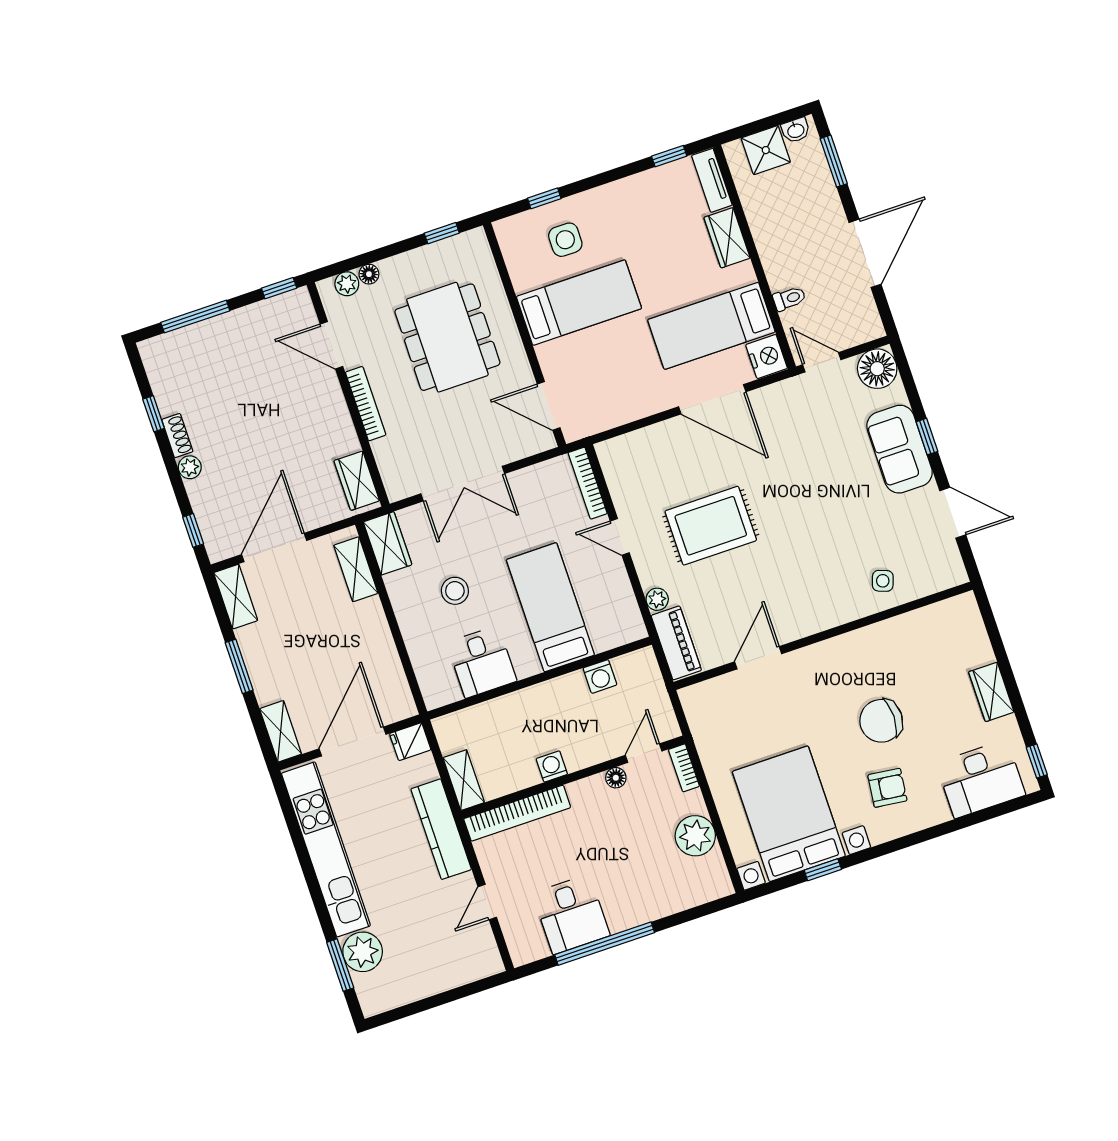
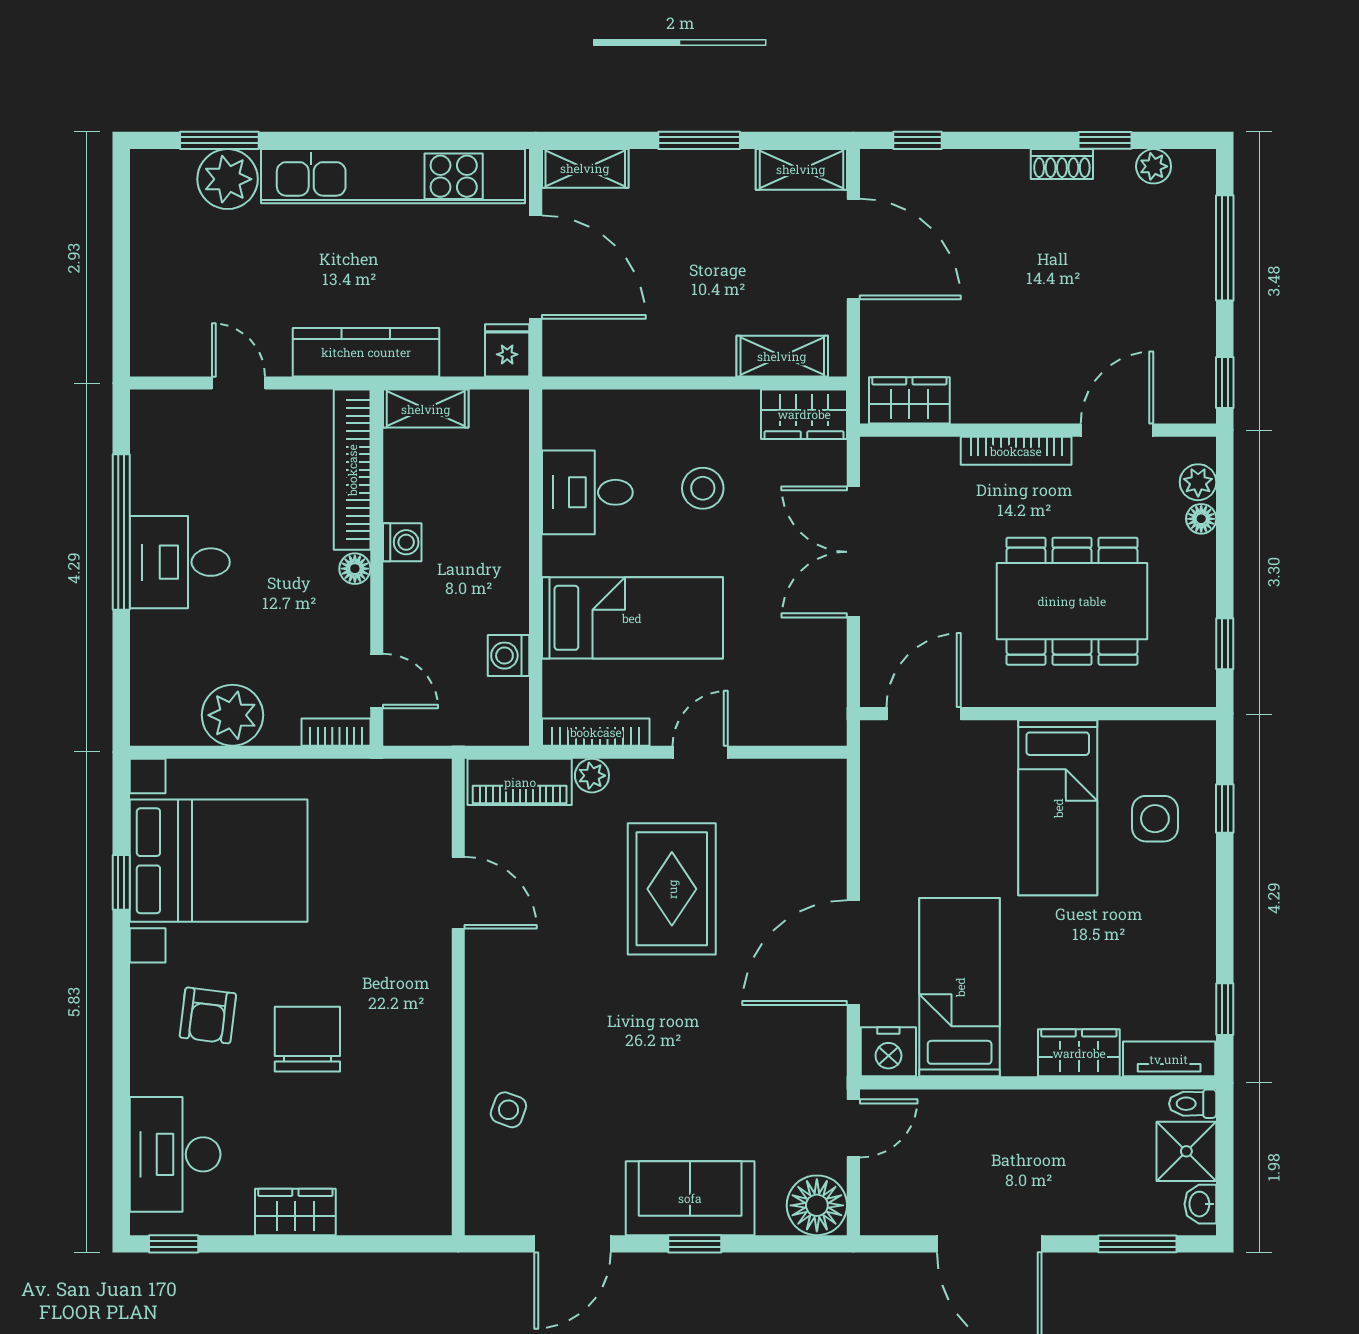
toilet: (789, 299) -> (1193, 1104), moved, turned 90
plant: (190, 467) -> (1154, 166), moved
bookcase: (588, 483) -> (596, 732), moved
floor lamp: (616, 778) -> (355, 569), moved
desk: (571, 914) -> (180, 562), moved

